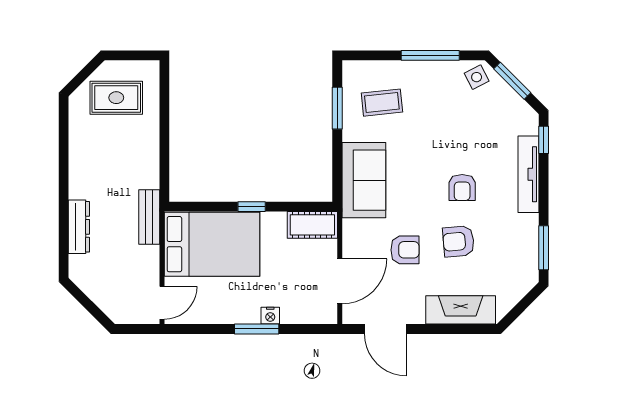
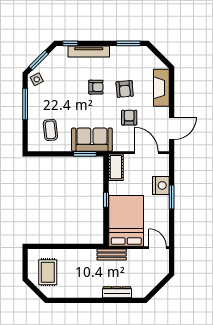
window: (337, 108) -> (85, 154), moved
nightstand: (270, 316) -> (161, 185), width x1.89, depth x1.79

